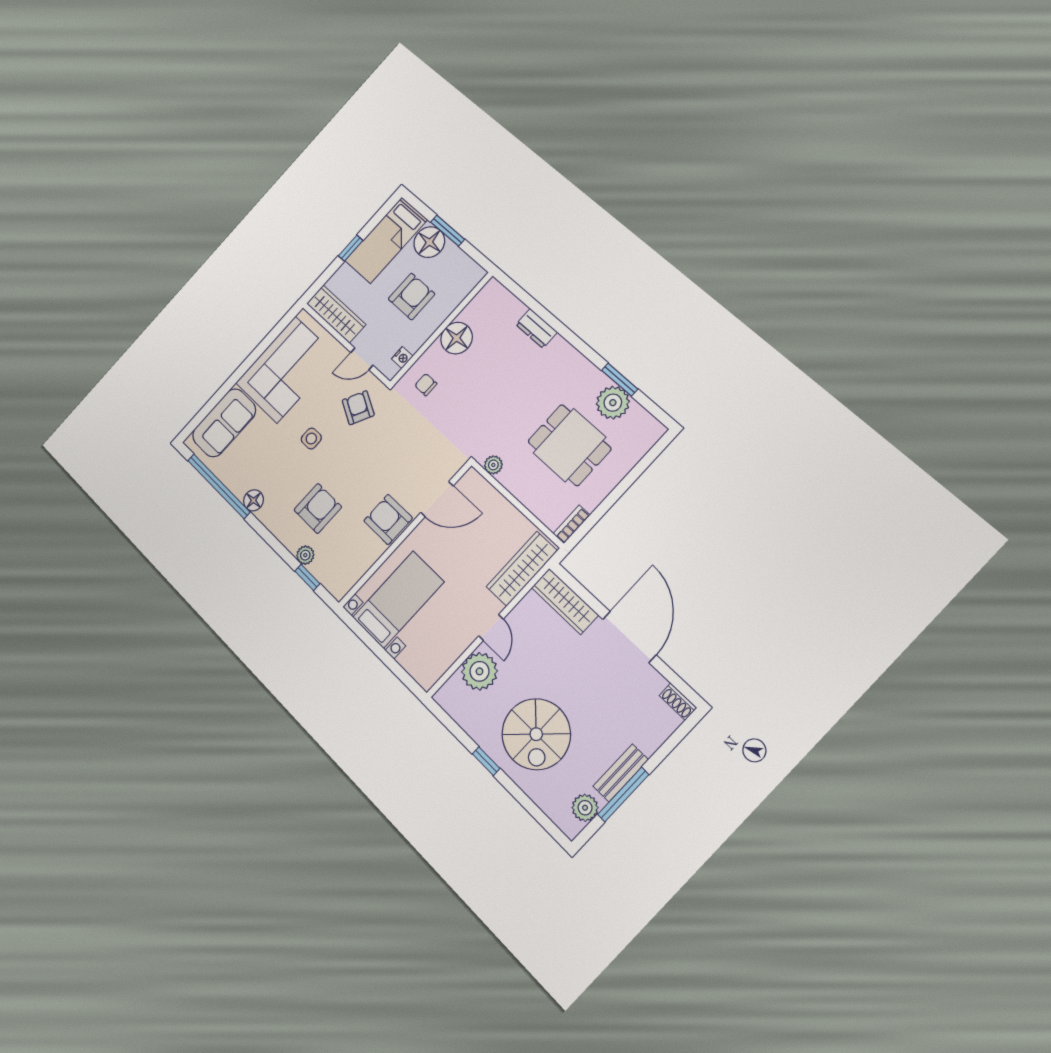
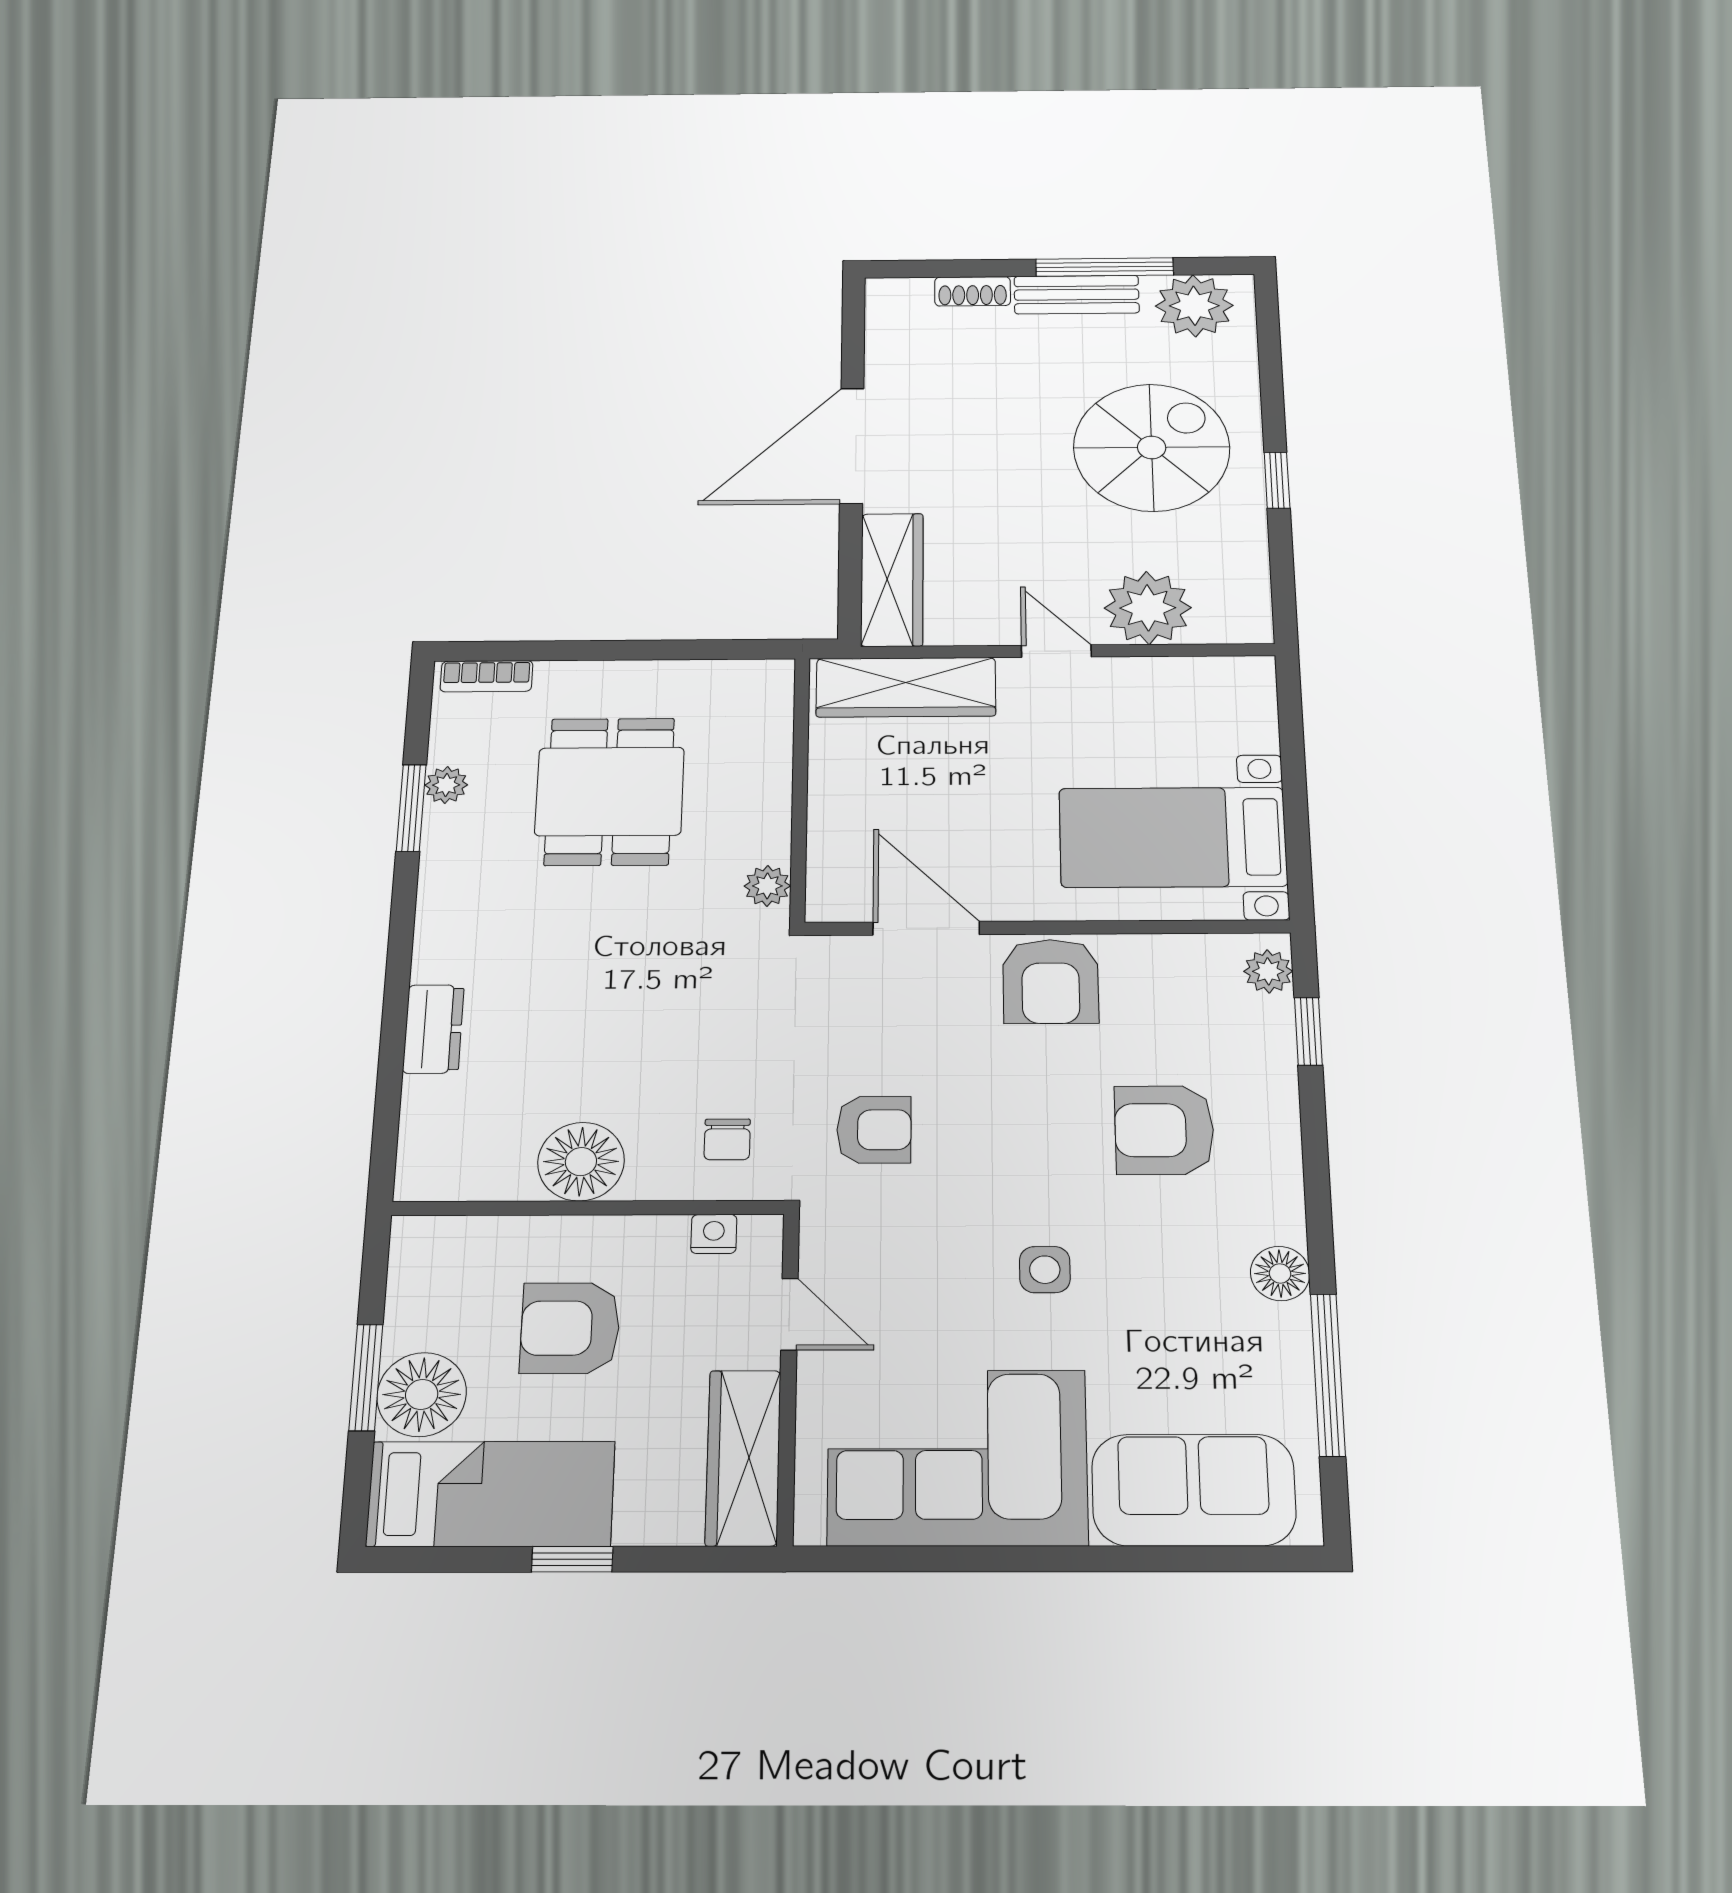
plant: (613, 403) -> (446, 785), width x0.53, depth x0.53
armchair: (358, 408) -> (874, 1130), moved, turned -118
window: (219, 486) -> (1328, 1375), width x0.68
bookcase: (572, 524) -> (487, 676), moved
plant: (305, 555) -> (1268, 971), moved
door: (491, 628) -> (1056, 651), hinge flipped
shoe rack: (678, 702) -> (973, 291), moved, turned 90
plant: (585, 808) -> (1194, 306), width x1.36, depth x1.36

